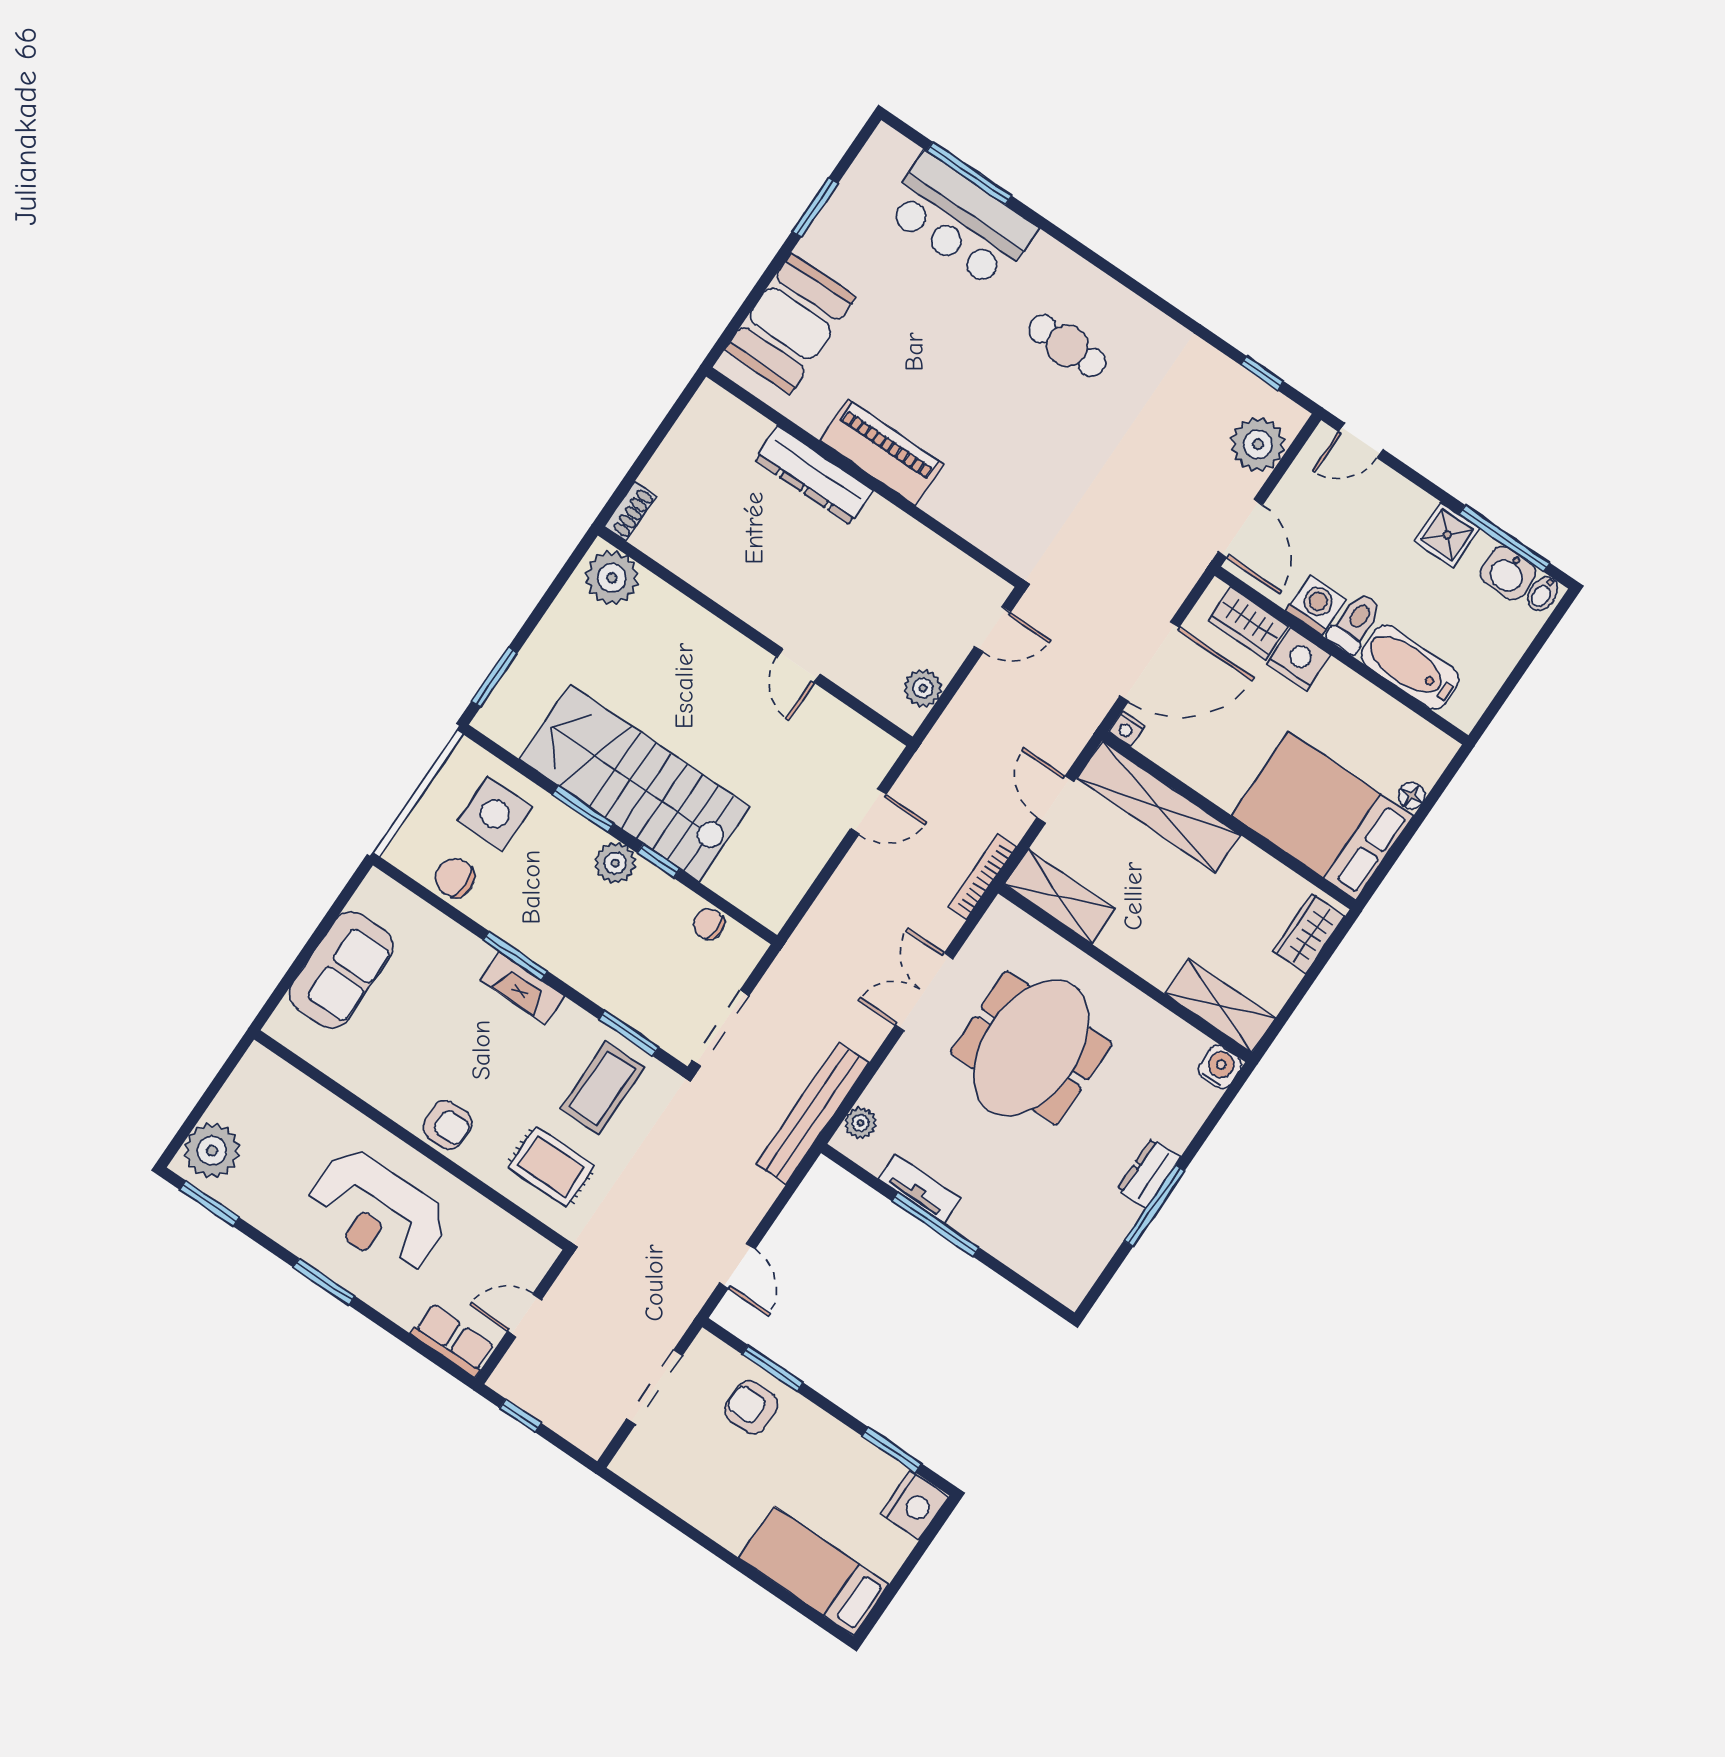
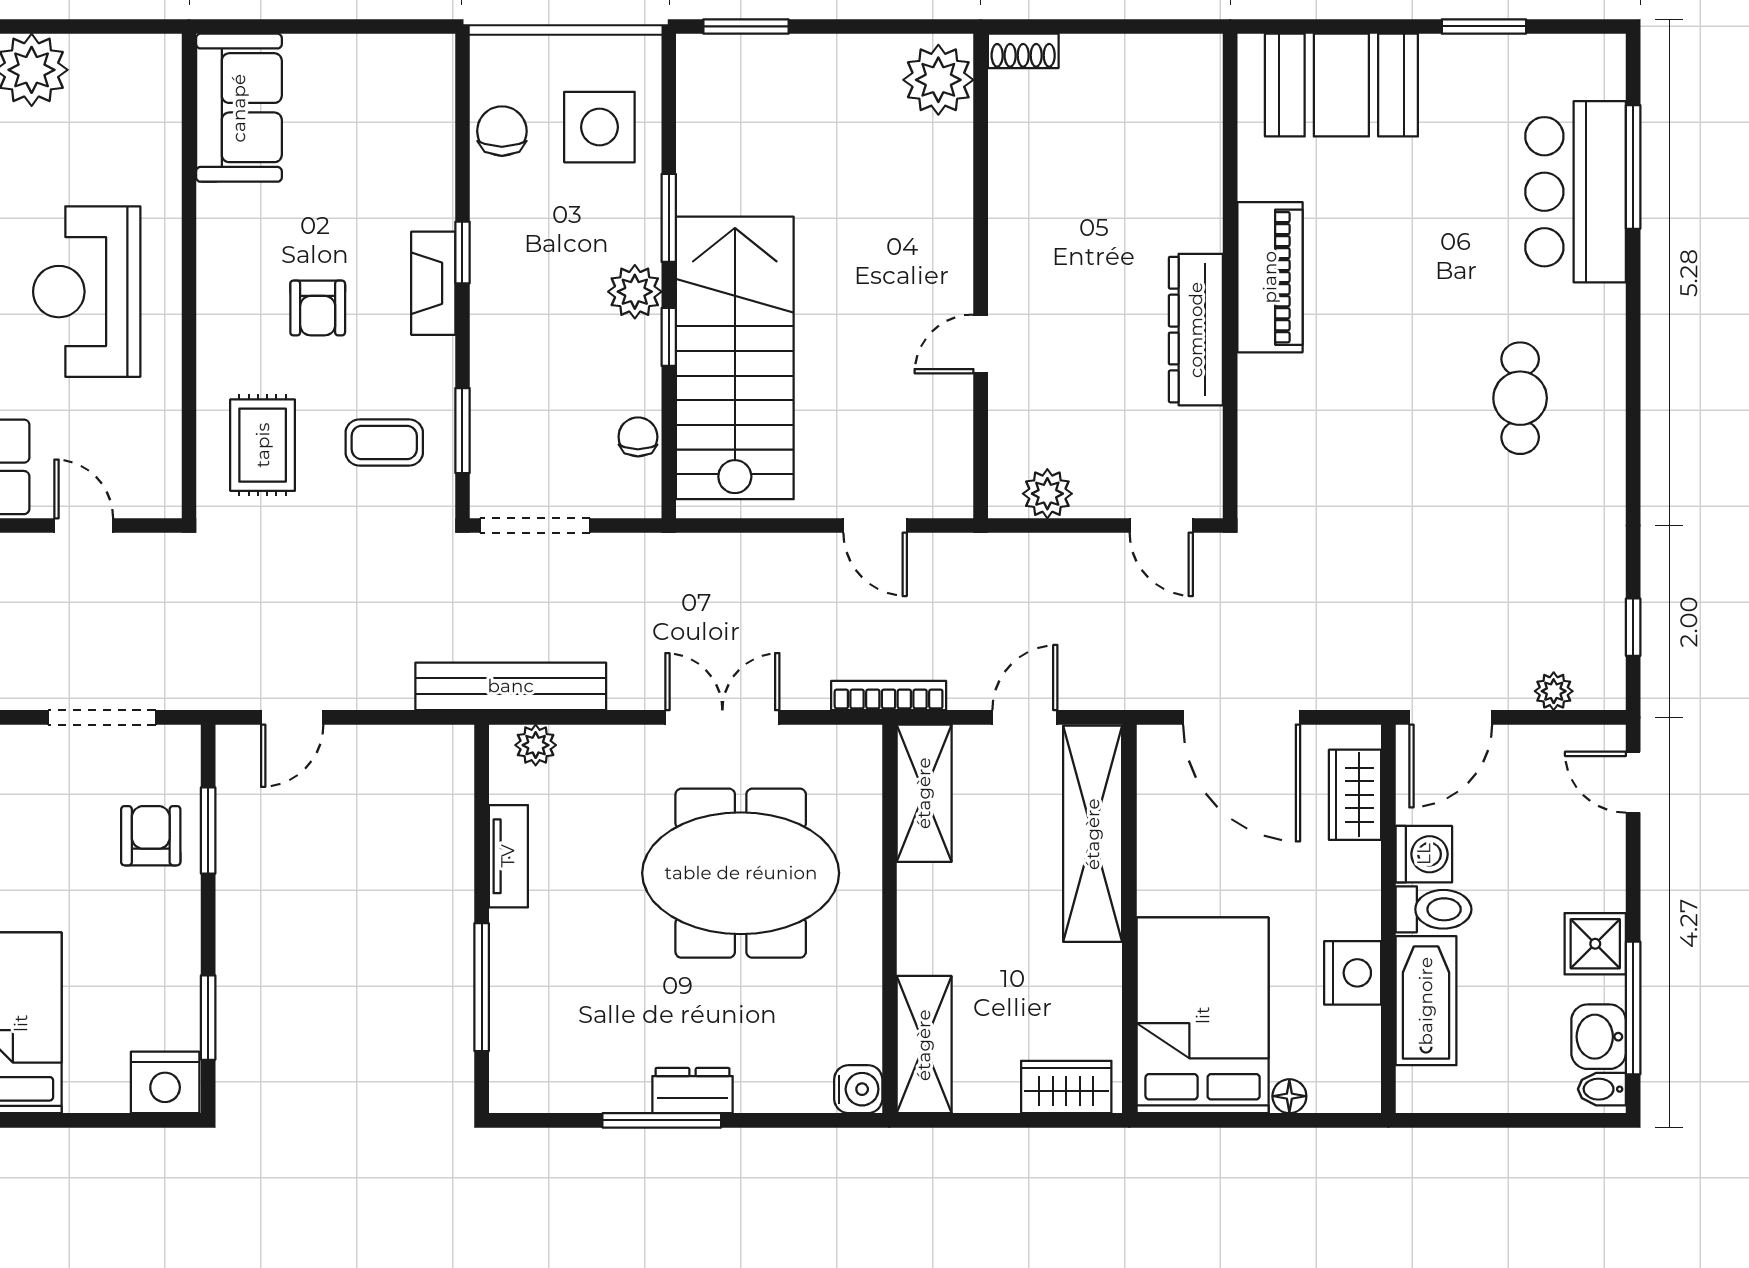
plant: (1258, 444) -> (1554, 691), width x0.53, depth x0.53
dresser: (814, 475) -> (1196, 330), moved
nightstand: (1298, 659) -> (1353, 973), moved
nightstand: (1127, 729) -> (1153, 742), removed
stairs: (635, 783) -> (735, 358), moved
window: (515, 956) -> (462, 253), width x0.67
sofa: (341, 970) -> (239, 108), moved, turned -90
coffee table: (602, 1088) -> (384, 442), width x0.73, depth x0.77
armchair: (448, 1125) -> (318, 308), moved
window: (936, 1224) -> (482, 987), moved

